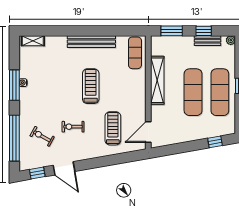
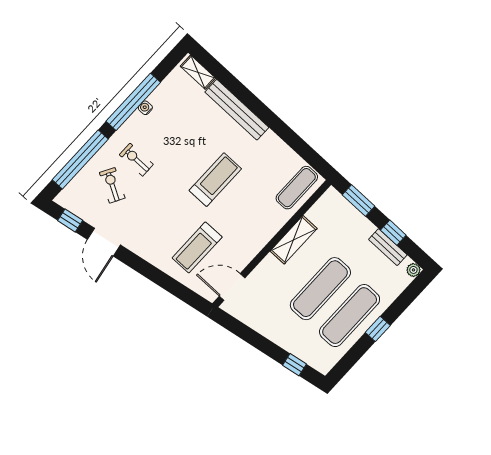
bench: (91, 42) -> (237, 110), moved
shelving: (157, 80) -> (294, 240), width x0.68
window: (14, 85) -> (133, 102), width x1.46
exercise bike: (73, 127) -> (136, 160), moved
treadmill: (113, 128) -> (197, 248), turned 180

